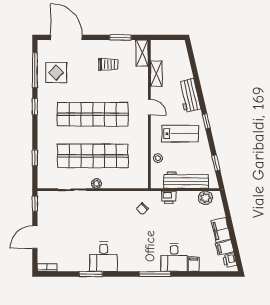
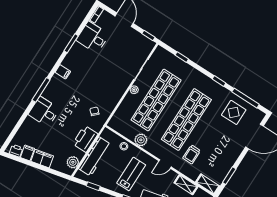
trolley: (108, 64) -> (192, 154), moved
lab bench: (180, 134) -> (131, 174), turned 180
plant: (141, 146) -> (141, 140), added
printer: (169, 197) -> (85, 139), width x1.87, depth x1.48
desk: (104, 257) -> (93, 37), moved
filing cabinet: (194, 264) -> (63, 72), moved

